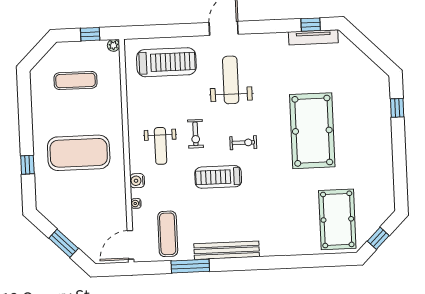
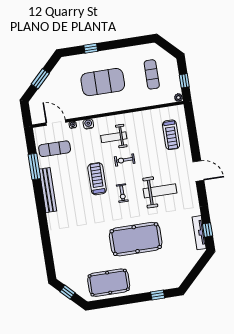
treadmill: (166, 62) -> (171, 135), width x0.73, depth x0.73
weight bench: (231, 80) -> (160, 191), moved
exercise mat: (79, 153) -> (103, 82), turned 90
pool table: (337, 219) -> (109, 283), moved
door: (131, 245) -> (56, 123), moved

